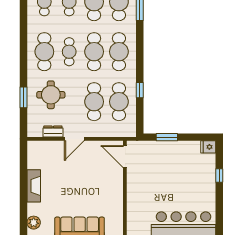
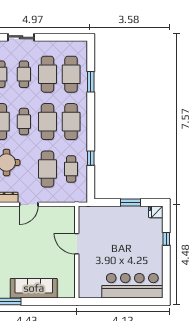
cafe table: (119, 102) -> (71, 169), width x0.73, depth x0.74
window: (167, 137) -> (130, 203), moved
door: (125, 157) -> (77, 244), moved

